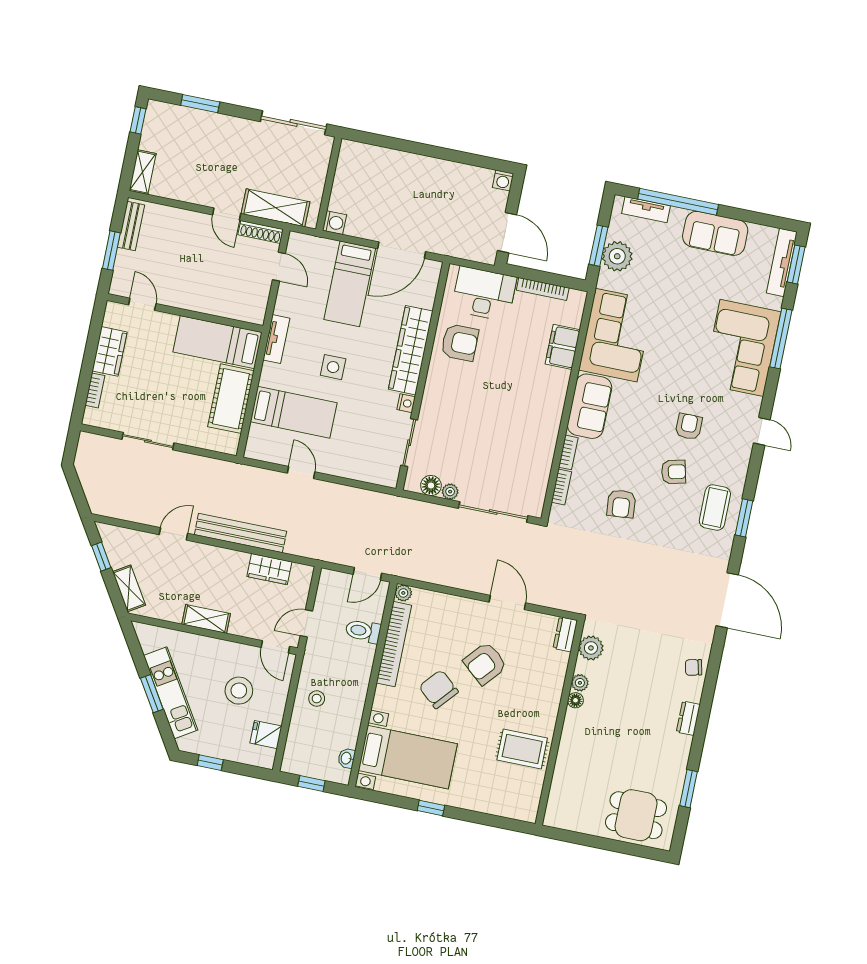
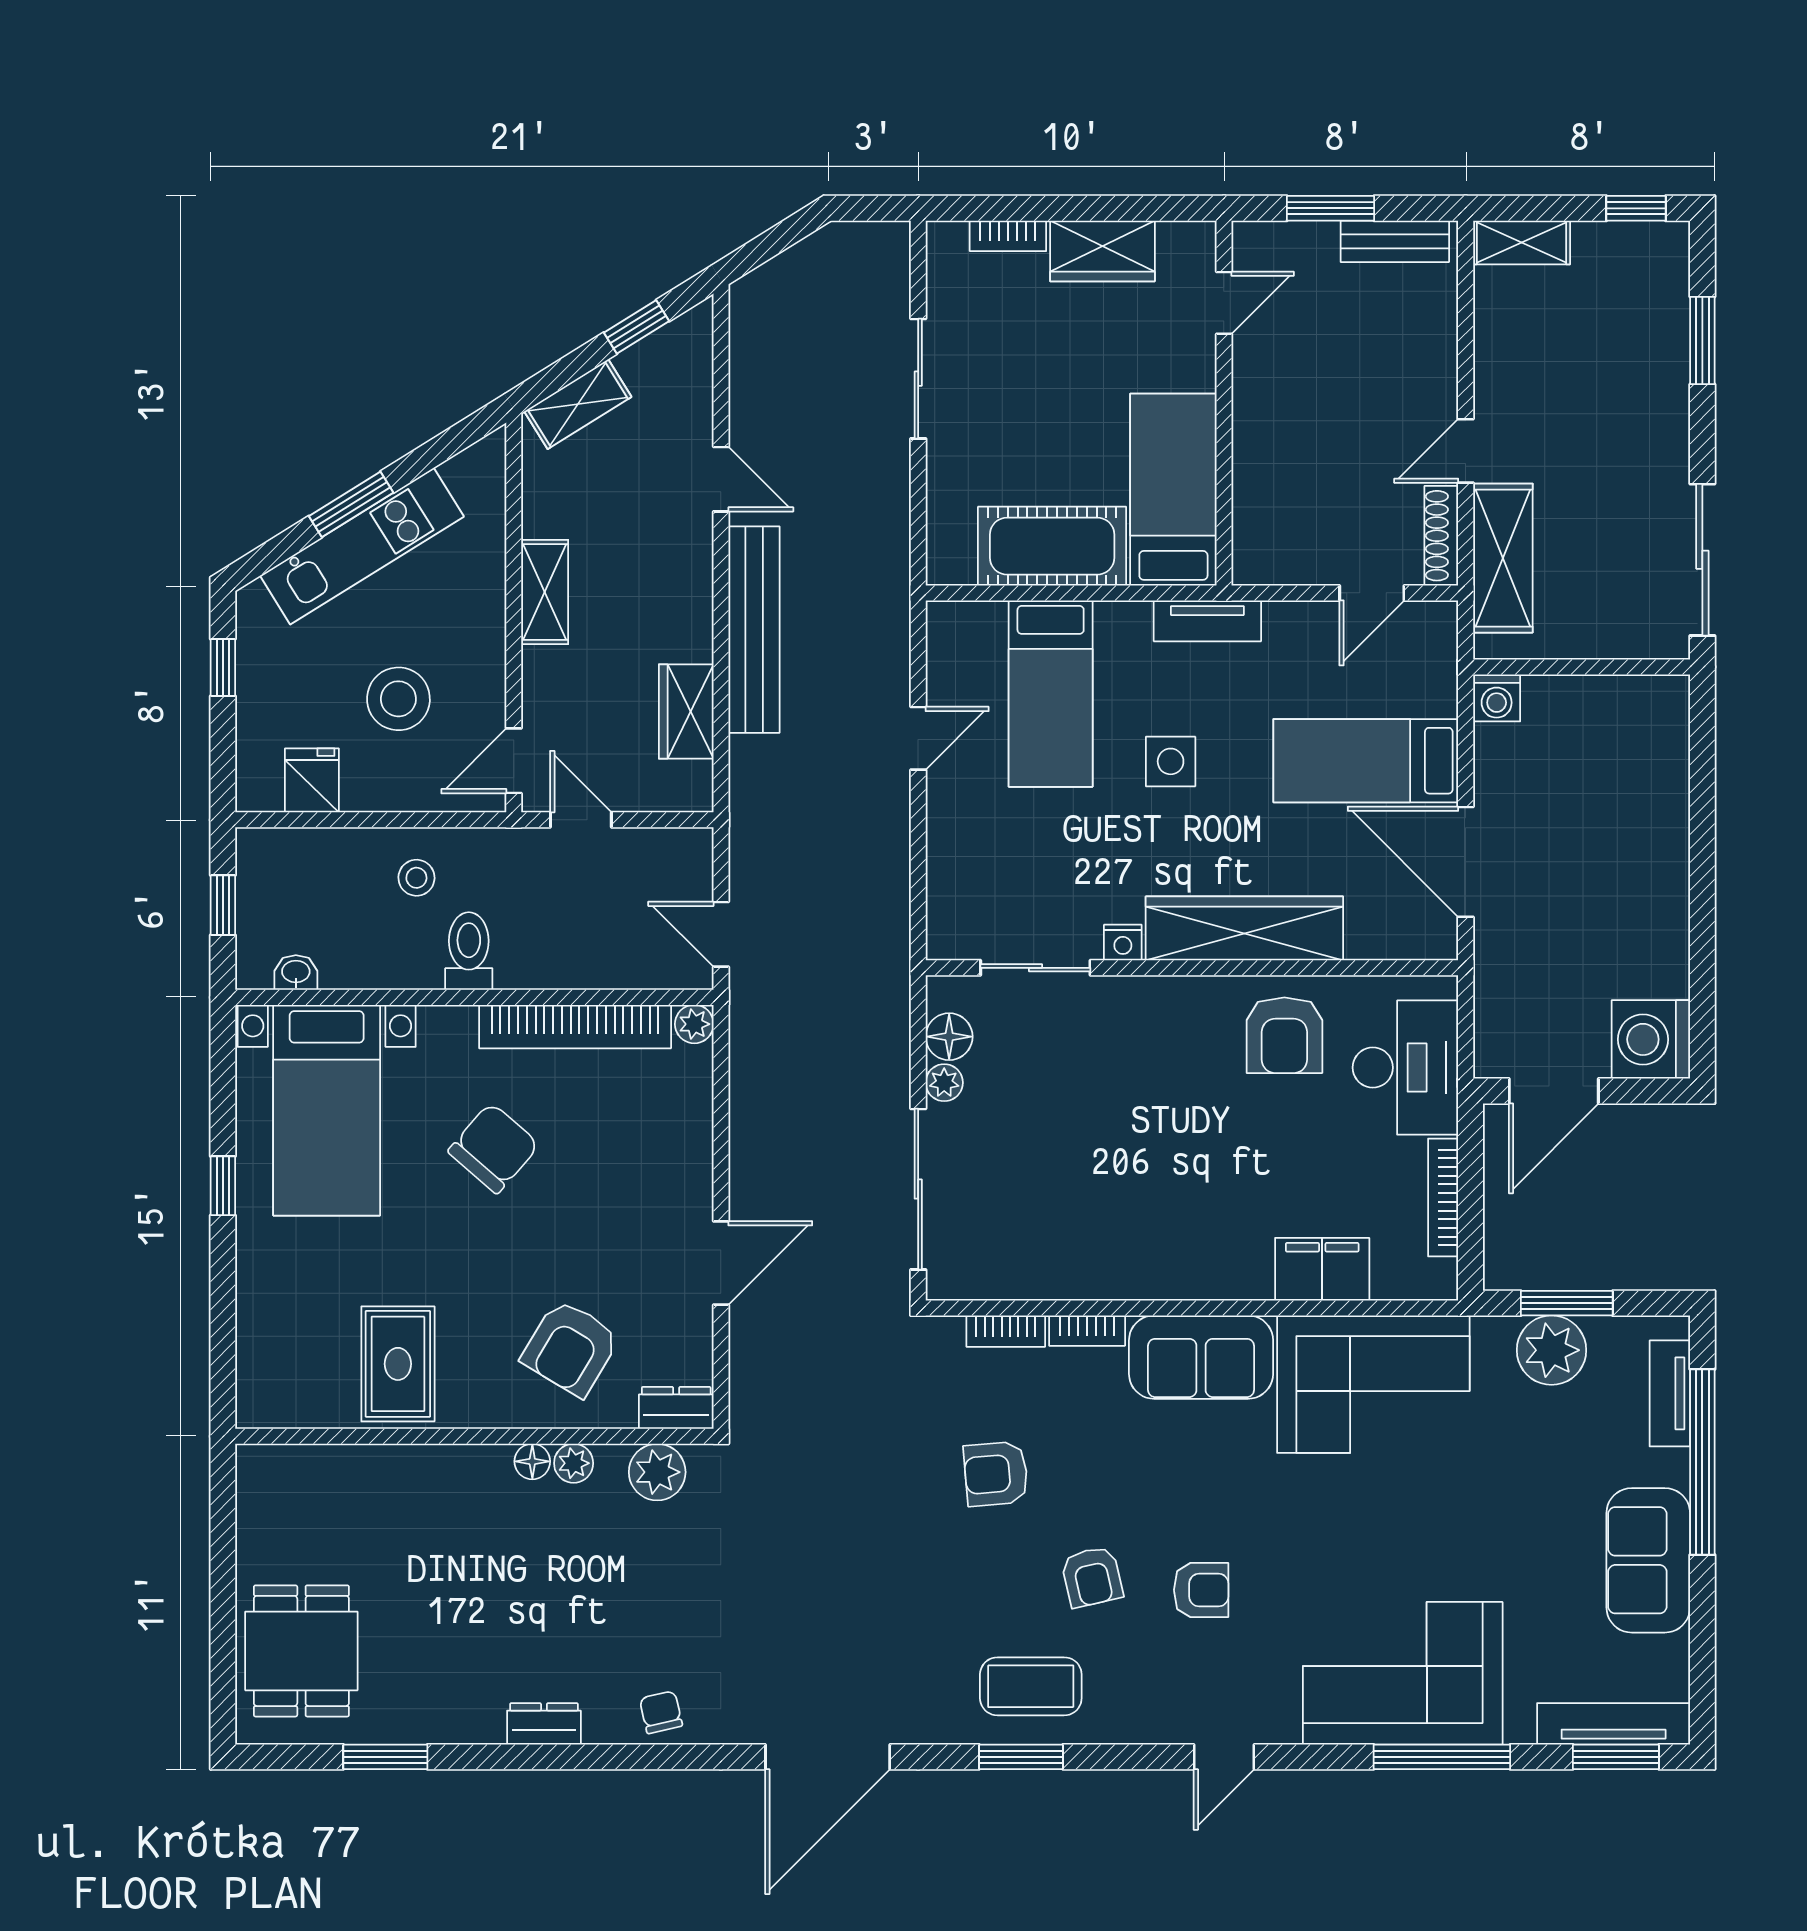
washing machine: (503, 181) -> (1651, 1039), width x1.89, depth x1.89
toilet: (363, 631) -> (469, 951), moved
armchair: (485, 663) -> (571, 1348), moved, turned -100

